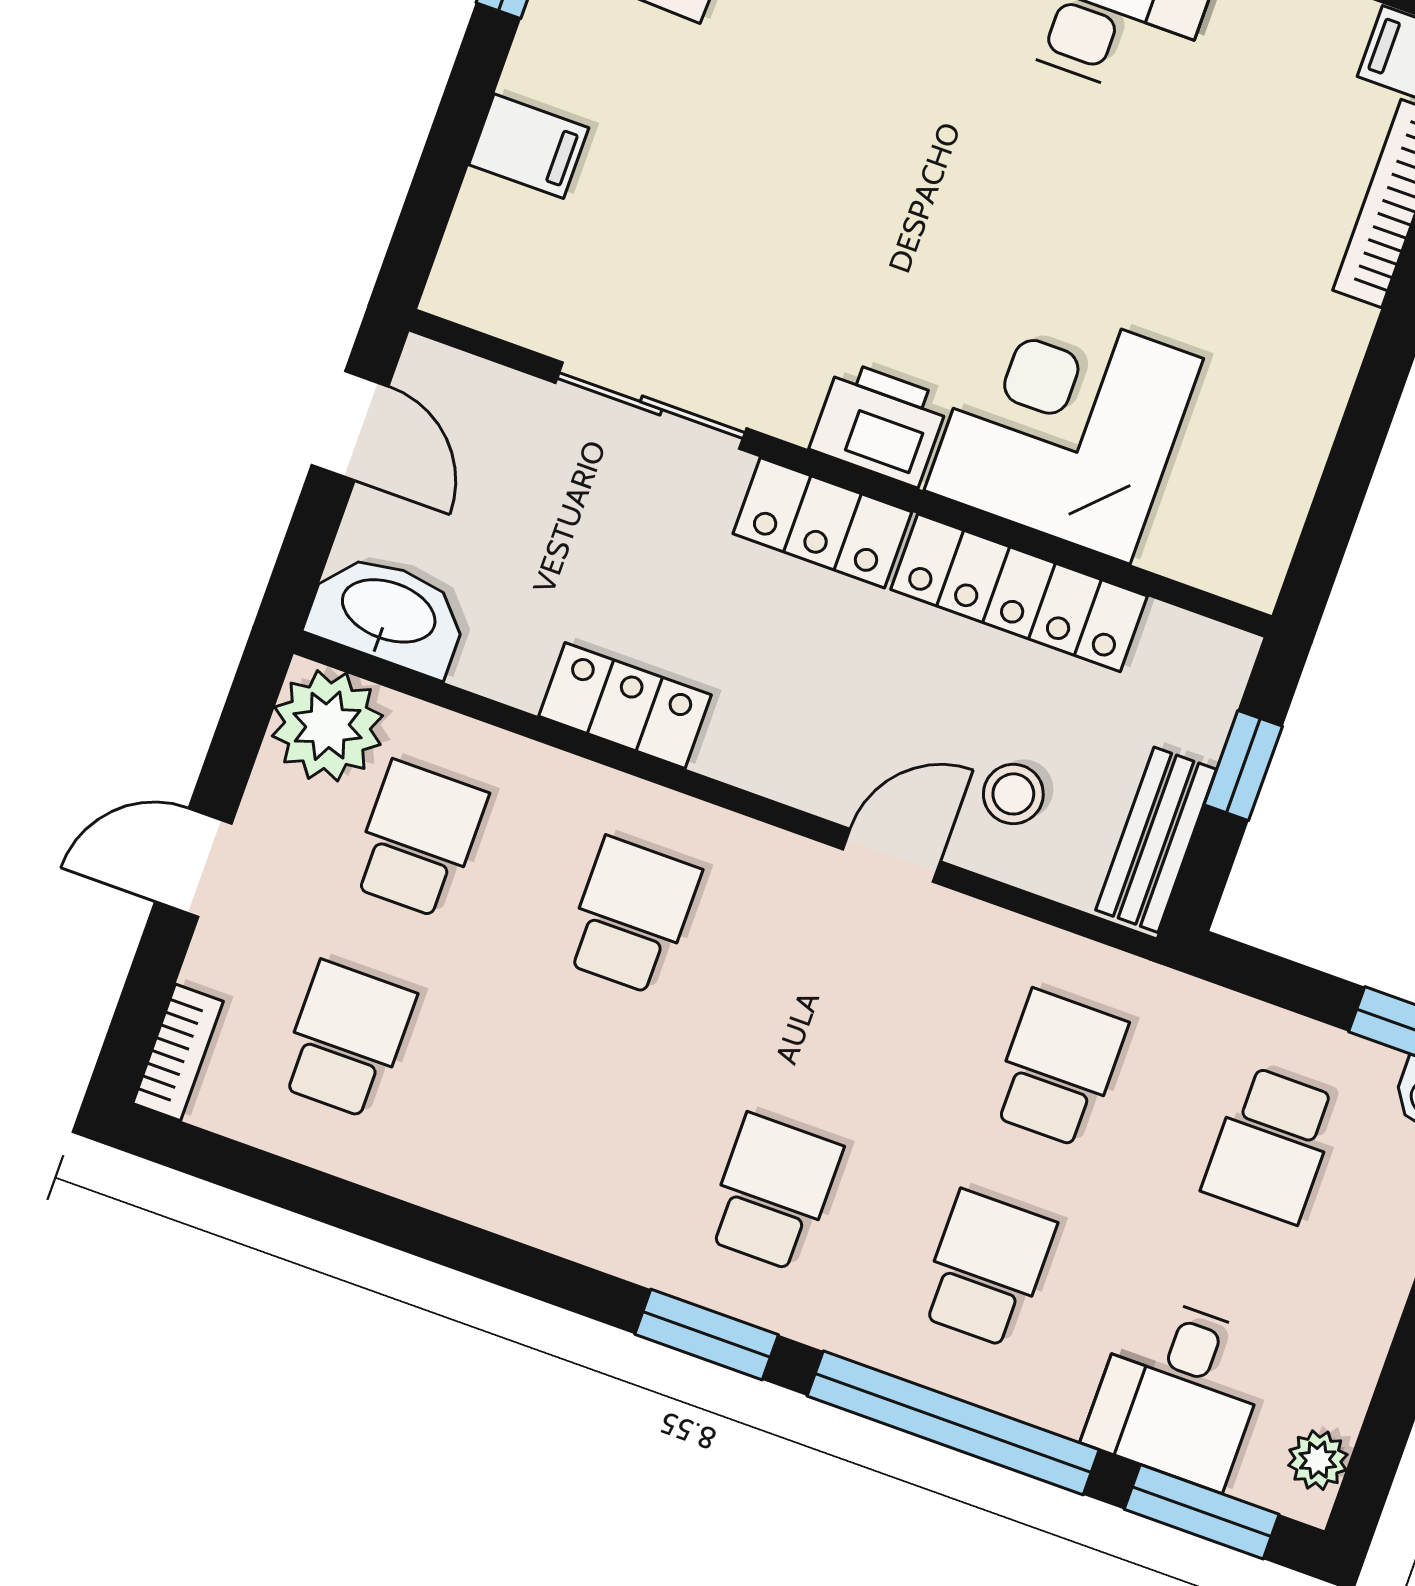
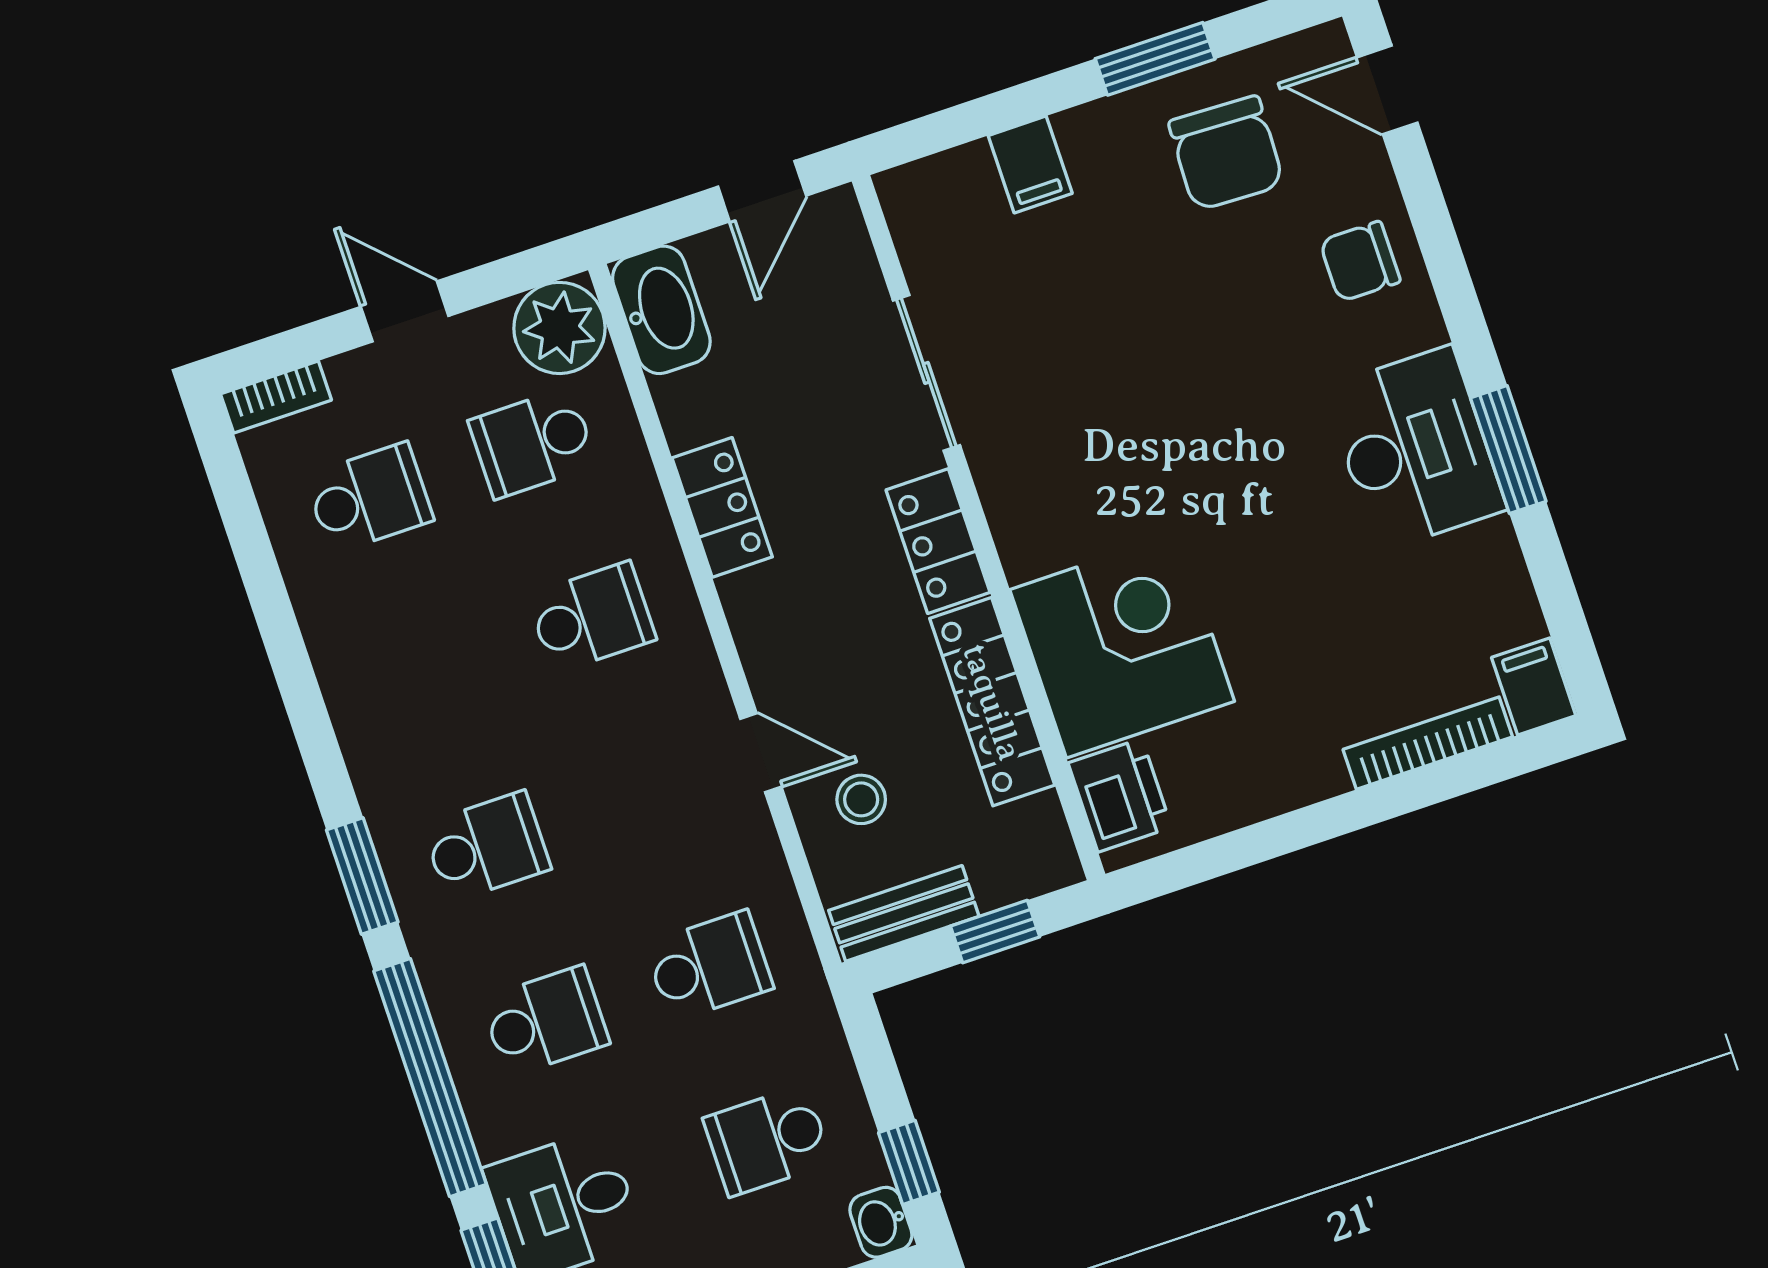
printer: (879, 424) -> (1120, 795), moved
school desk: (418, 839) -> (533, 443), turned 180

